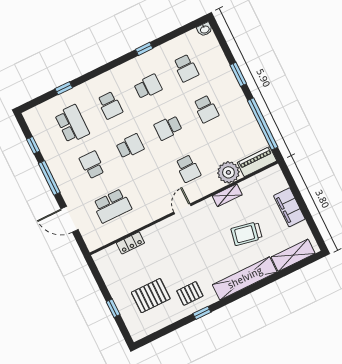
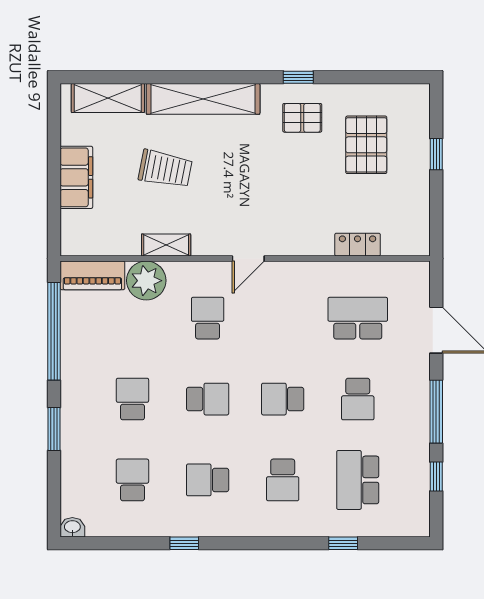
school desk: (110, 105) -> (283, 480), turned 180
pallet: (151, 296) -> (366, 145), turned 90

